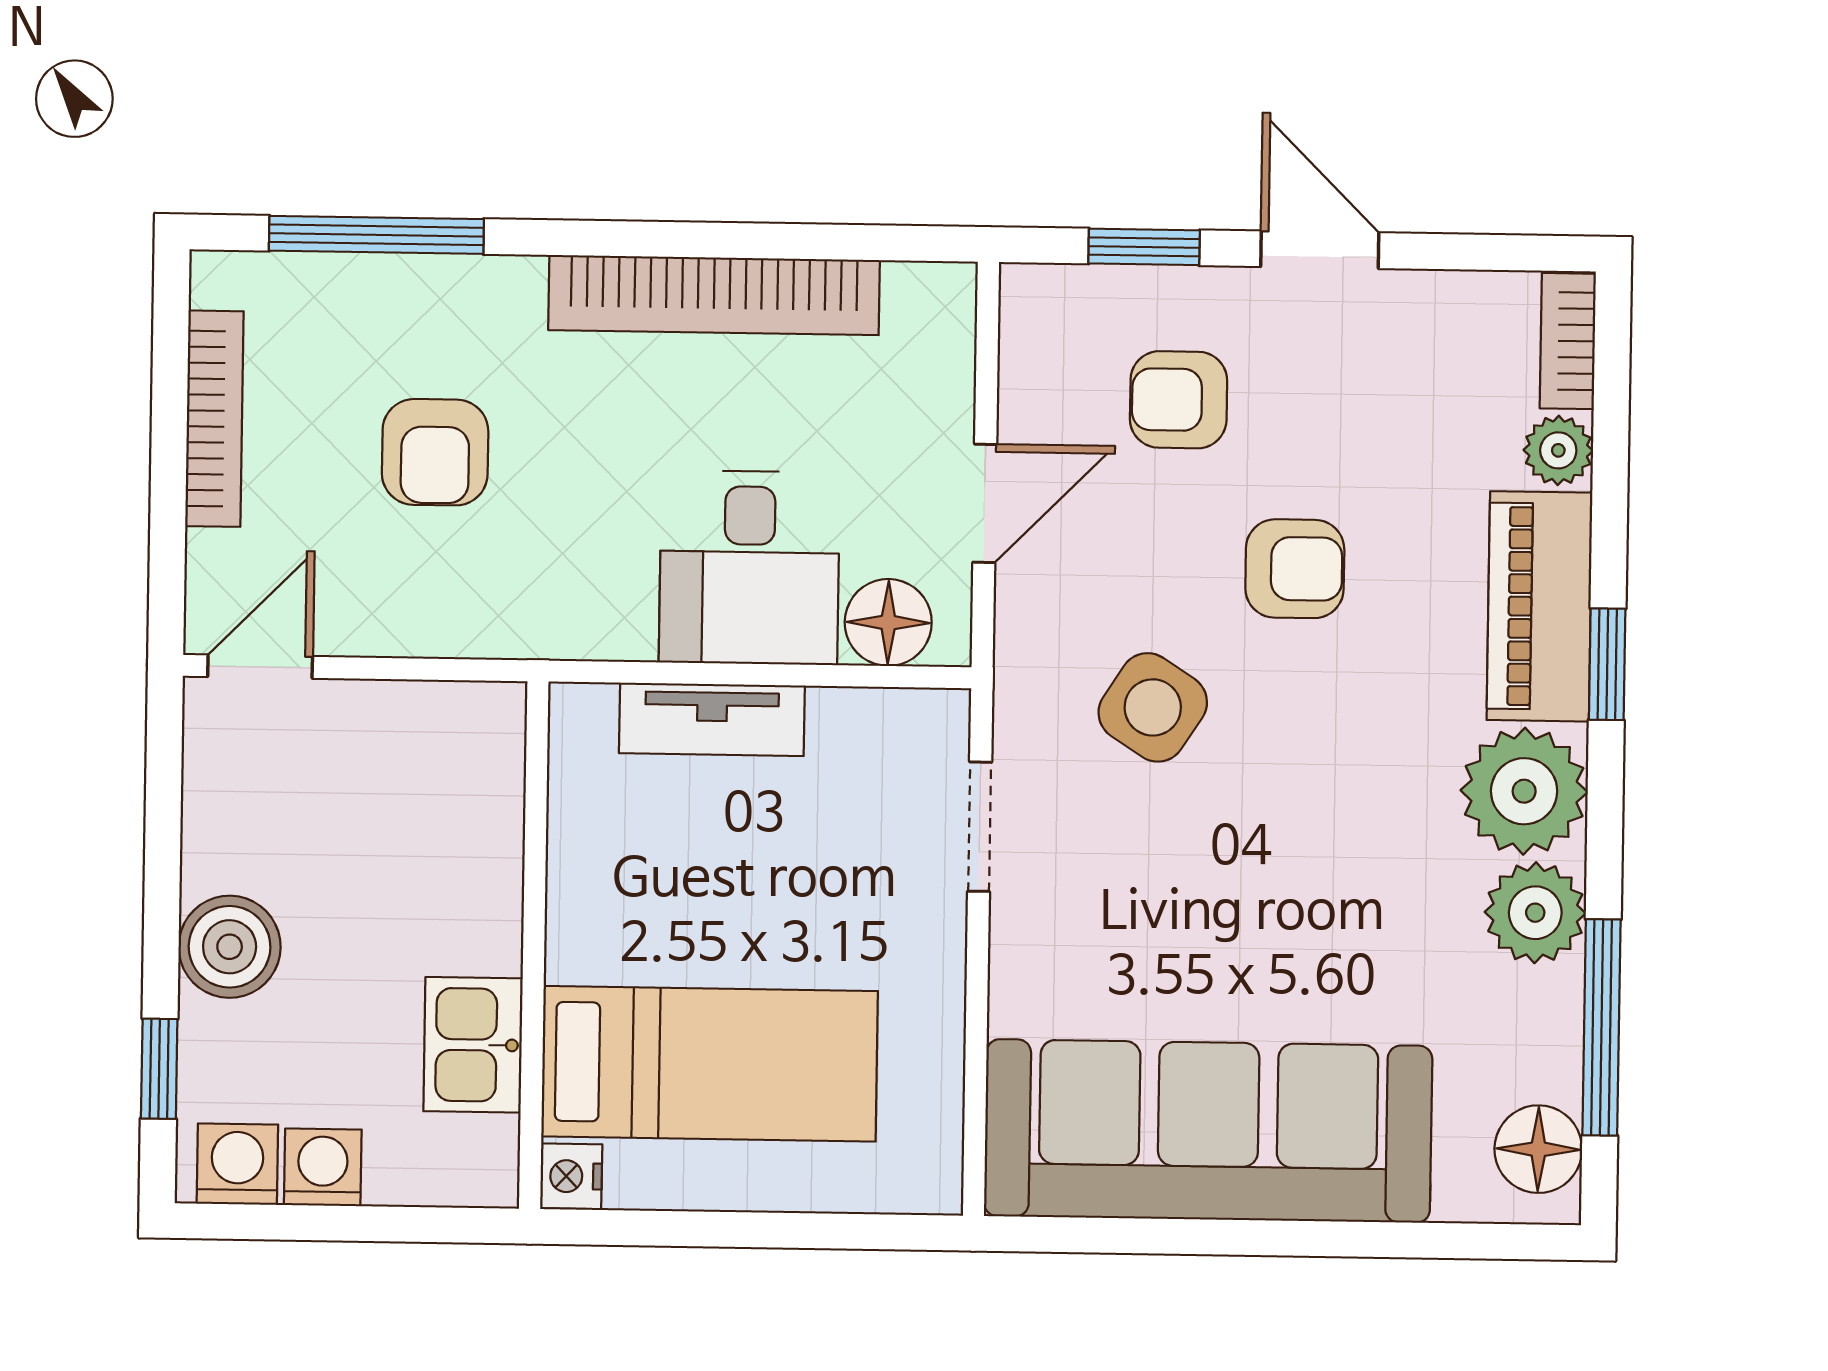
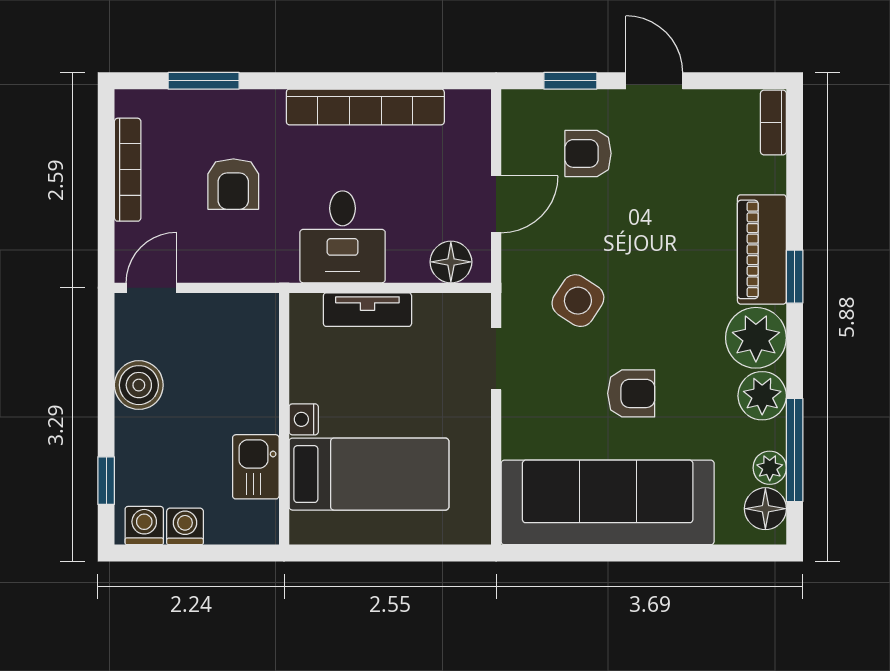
window: (376, 235) -> (204, 81), width x0.69
plant: (1558, 450) -> (770, 468), moved
desk: (749, 568) -> (343, 237), moved
armchair: (1295, 569) -> (631, 393), moved
boiler: (230, 947) -> (139, 385), moved
nightstand: (571, 1176) -> (304, 419), moved

